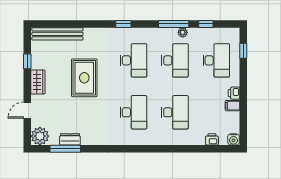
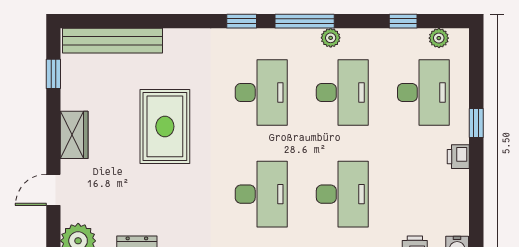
window: (174, 24) -> (305, 21), moved
plant: (183, 32) -> (331, 38), moved
plant: (224, 33) -> (439, 38), added
window: (243, 51) -> (476, 123), moved
window: (27, 61) -> (53, 74), moved
filing cabinet: (233, 106) -> (455, 181), removed

